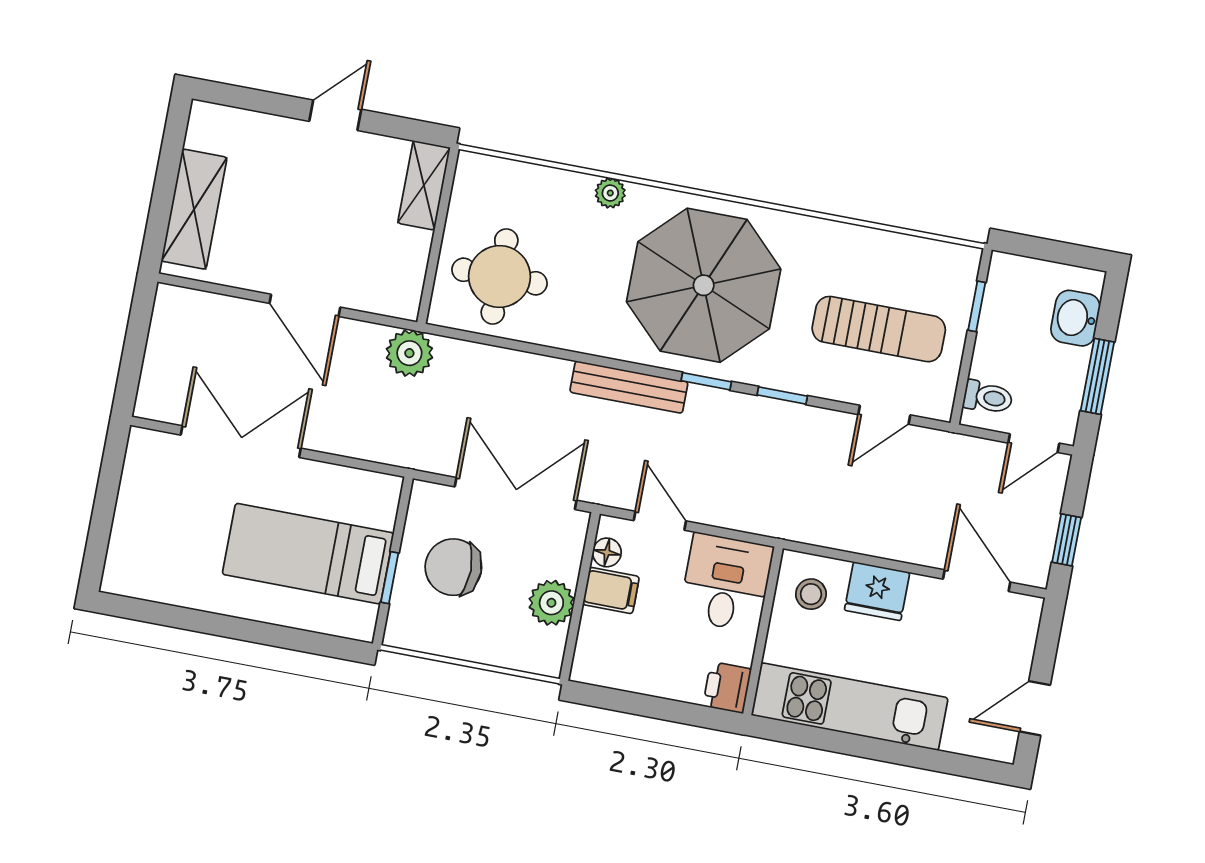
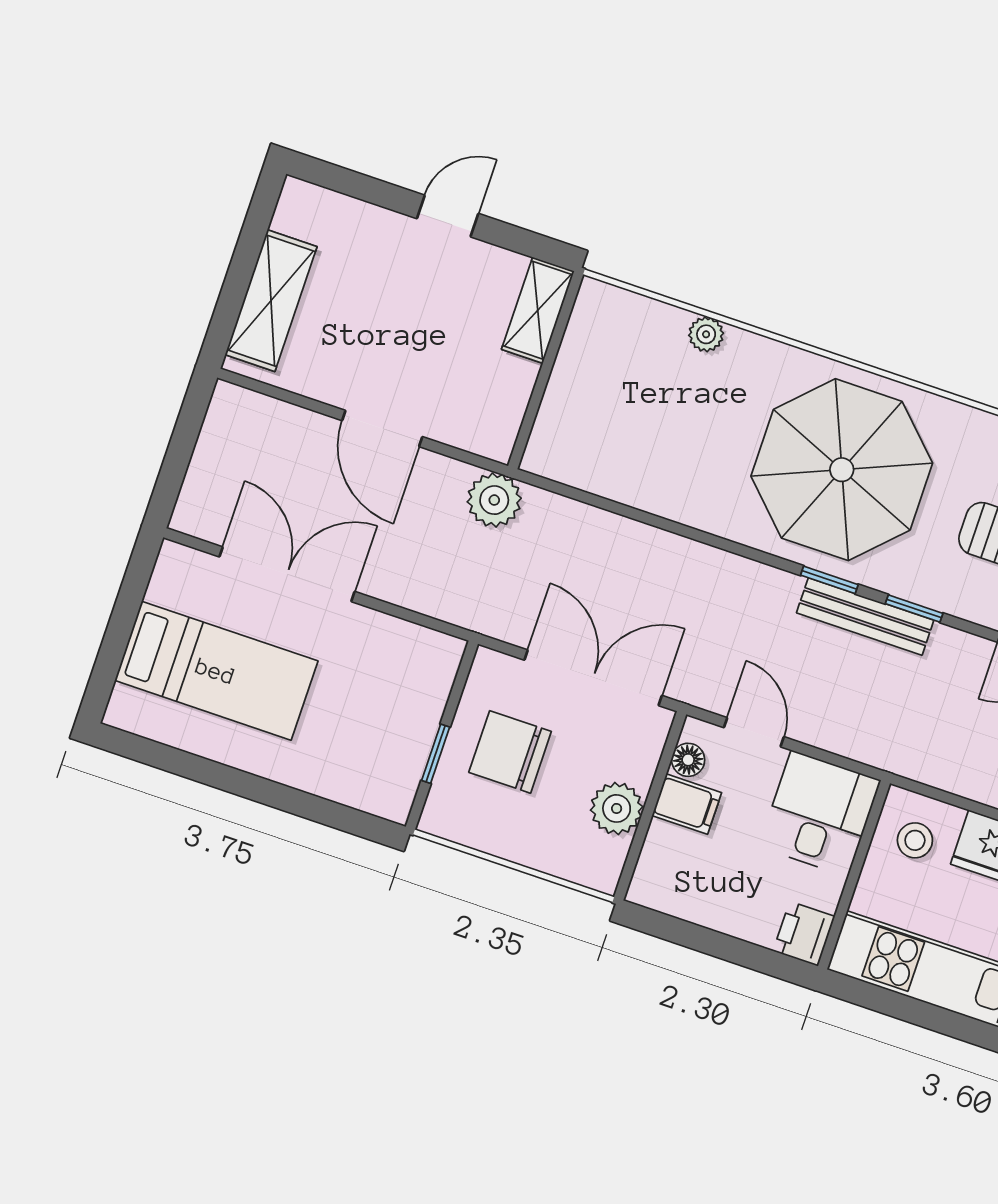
plant: (610, 193) -> (706, 334), moved
round table: (500, 277) -> (610, 427), removed
bench: (629, 387) -> (865, 617), moved
bed: (308, 554) -> (216, 671), moved, turned 180

